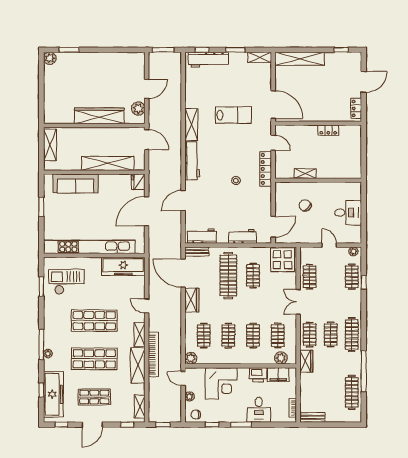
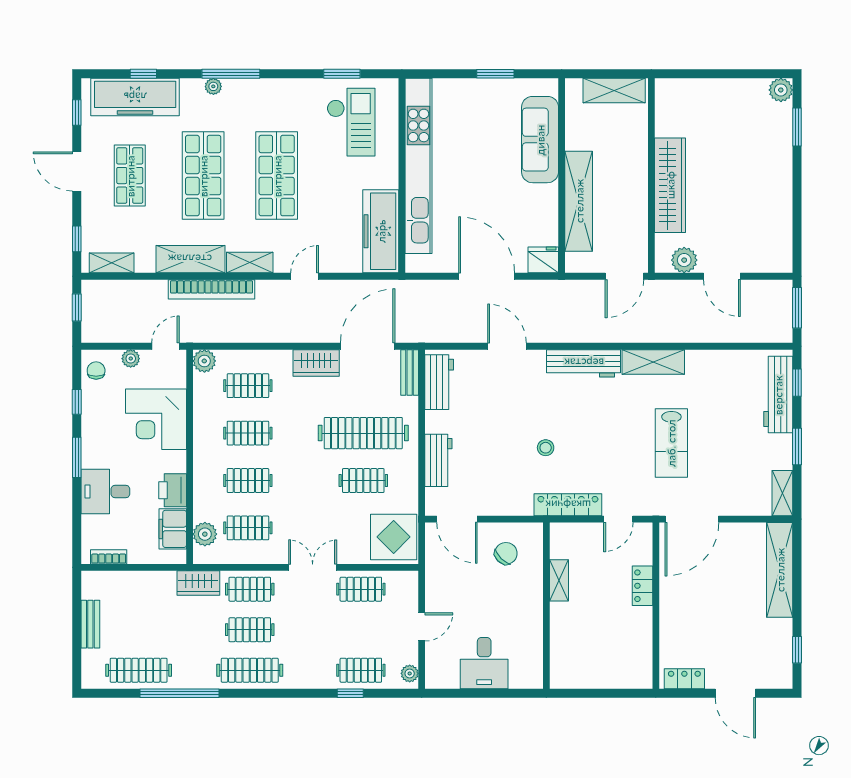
locker: (328, 130) -> (642, 586), moved
chair: (305, 205) -> (506, 553), moved
bench: (312, 418) -> (90, 624), moved

